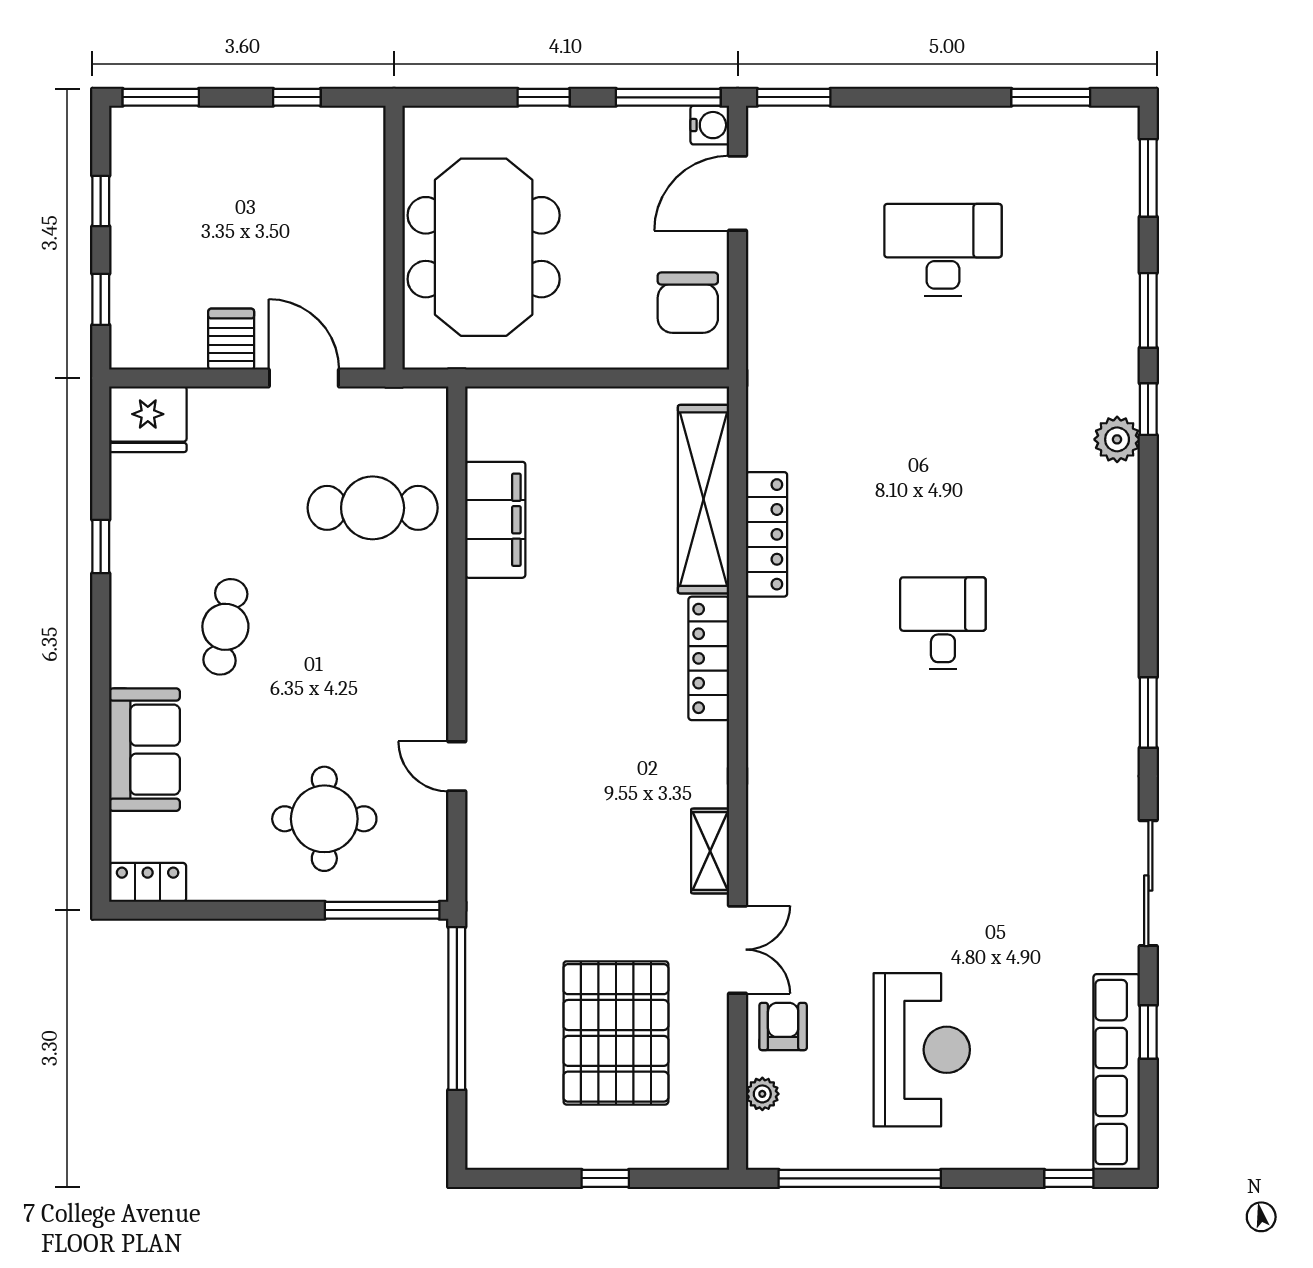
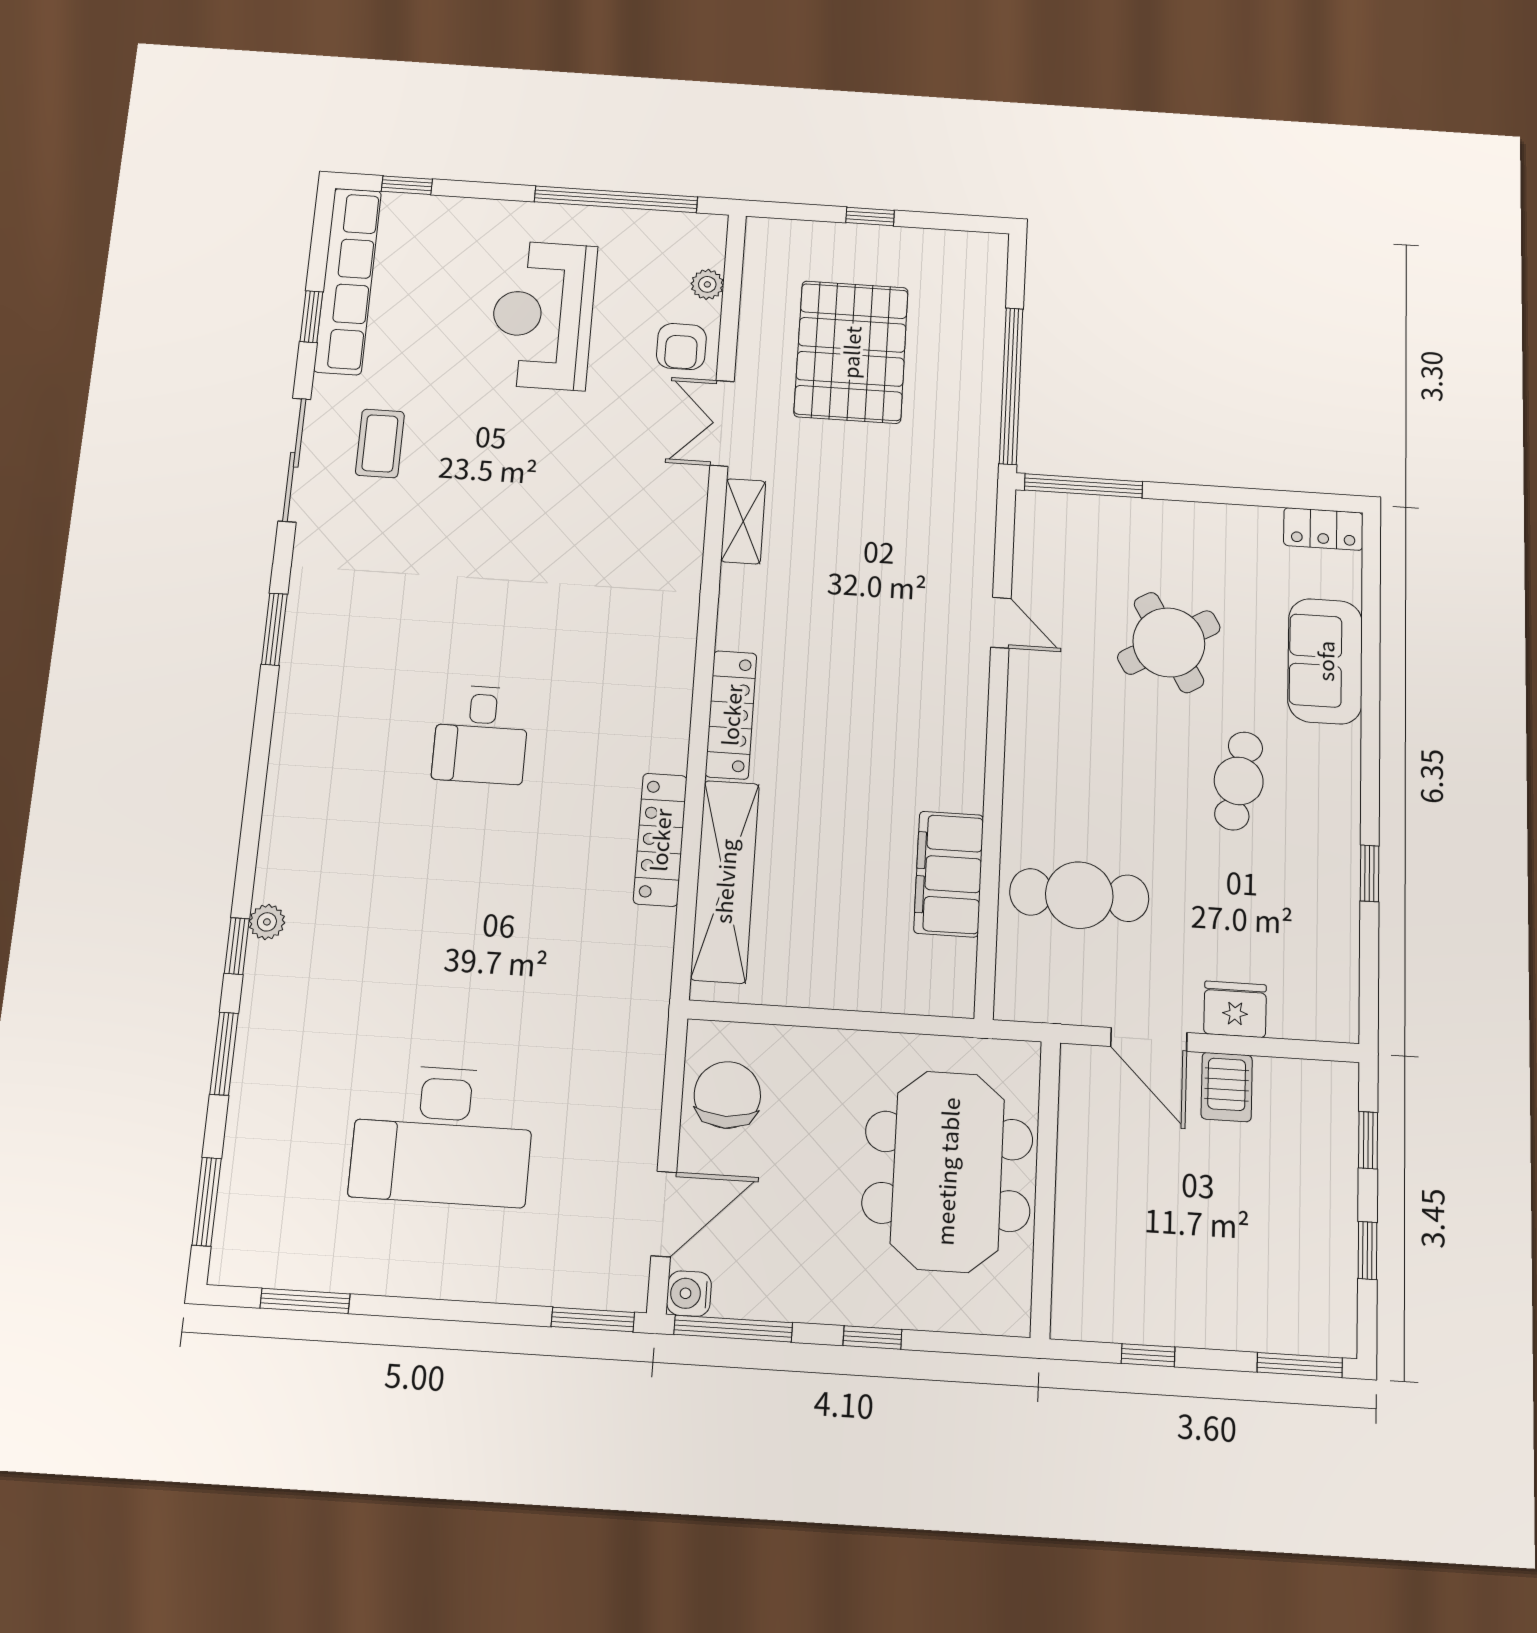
desk: (943, 250) -> (442, 1135), width x1.36, depth x1.30
fridge: (148, 419) -> (1235, 1009), moved, width x0.73, depth x0.75
plant: (1117, 439) -> (267, 922), width x0.73, depth x0.73
round table: (324, 819) -> (1169, 642), moved, turned -30
coffee table: (1068, 906) -> (380, 443), added

